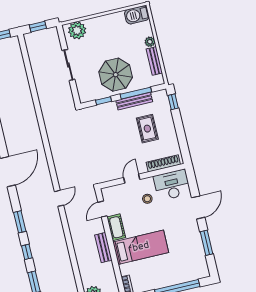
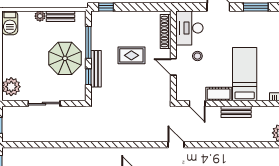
bench: (134, 101) -> (96, 69), moved
rug: (147, 129) -> (131, 55), moved

